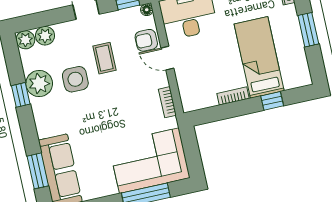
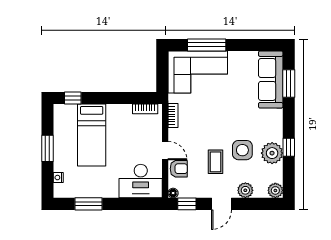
plant: (45, 36) -> (245, 190), moved
bookcase: (233, 96) -> (145, 109), moved
window: (272, 101) -> (73, 98), moved

